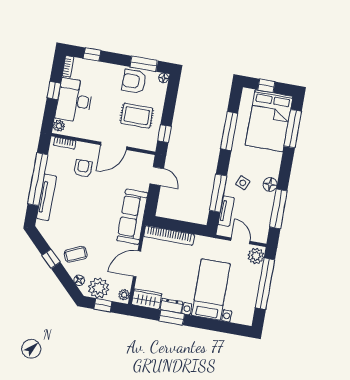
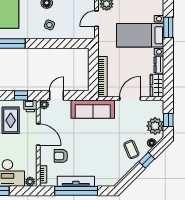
printer: (150, 143) -> (30, 106), added
window: (218, 193) -> (61, 43), removed
tv unit: (46, 197) -> (76, 181), moved
tv unit: (226, 211) -> (75, 34), removed
window: (51, 259) -> (147, 160), moved
door: (137, 264) -> (130, 99), swing flipped
plant: (124, 295) -> (44, 104), moved
window: (172, 317) -> (168, 27), moved

